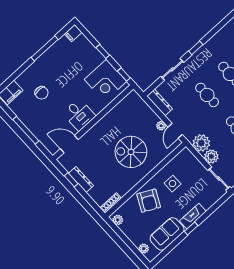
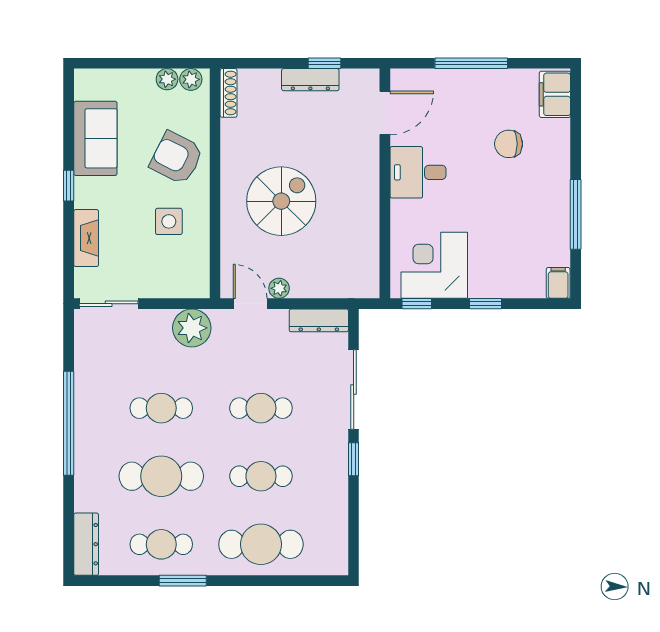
sliding door: (172, 69) -> (354, 389), width x1.37
plant: (211, 156) -> (155, 324), removed
fireplace: (193, 216) -> (86, 238), moved
plant: (144, 249) -> (167, 79), moved

